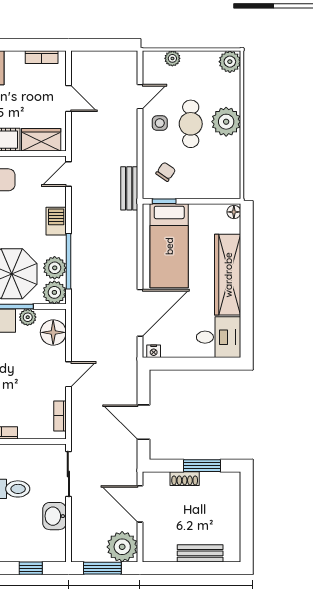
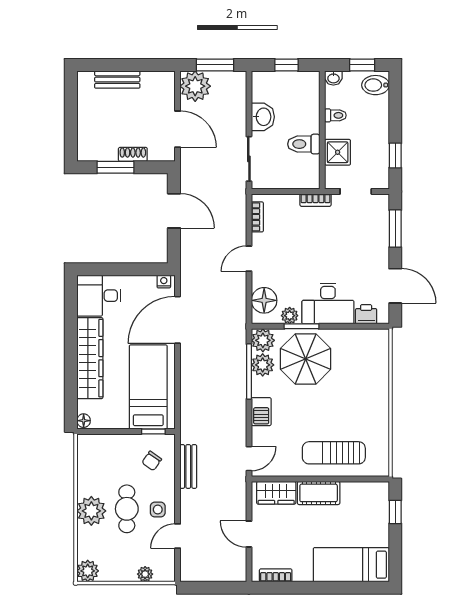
bench: (129, 188) -> (188, 466), moved

